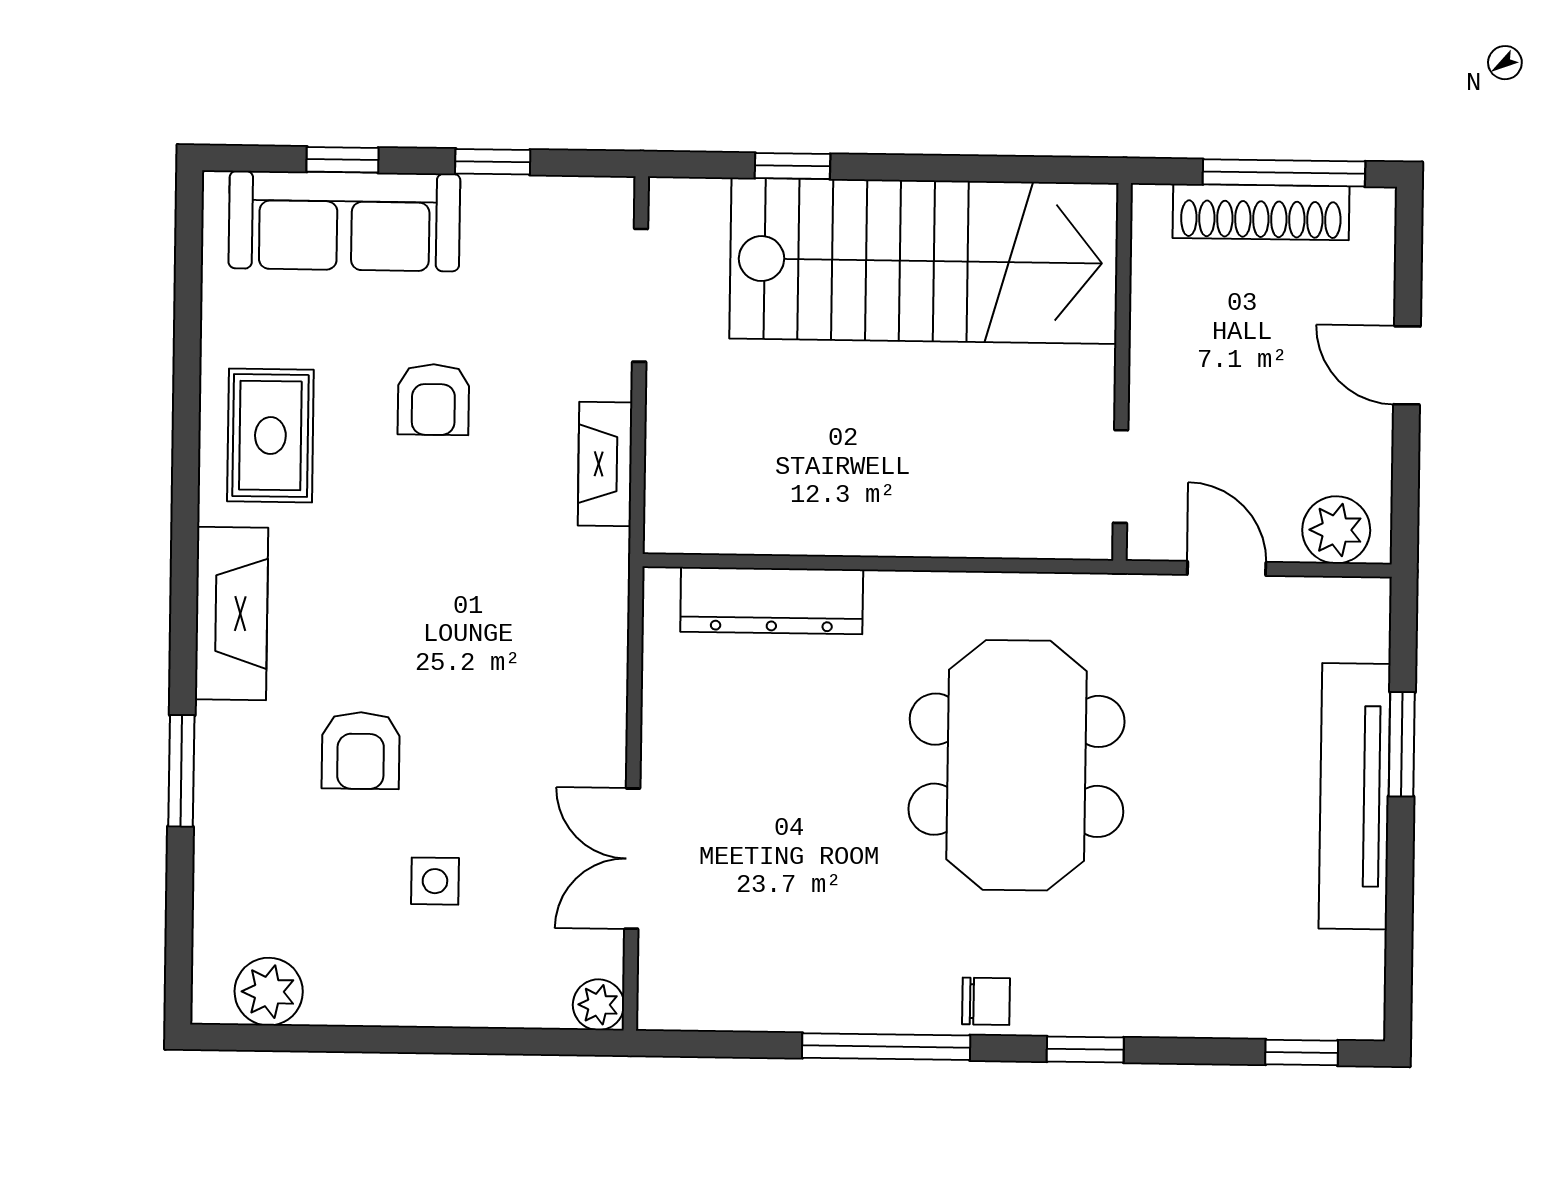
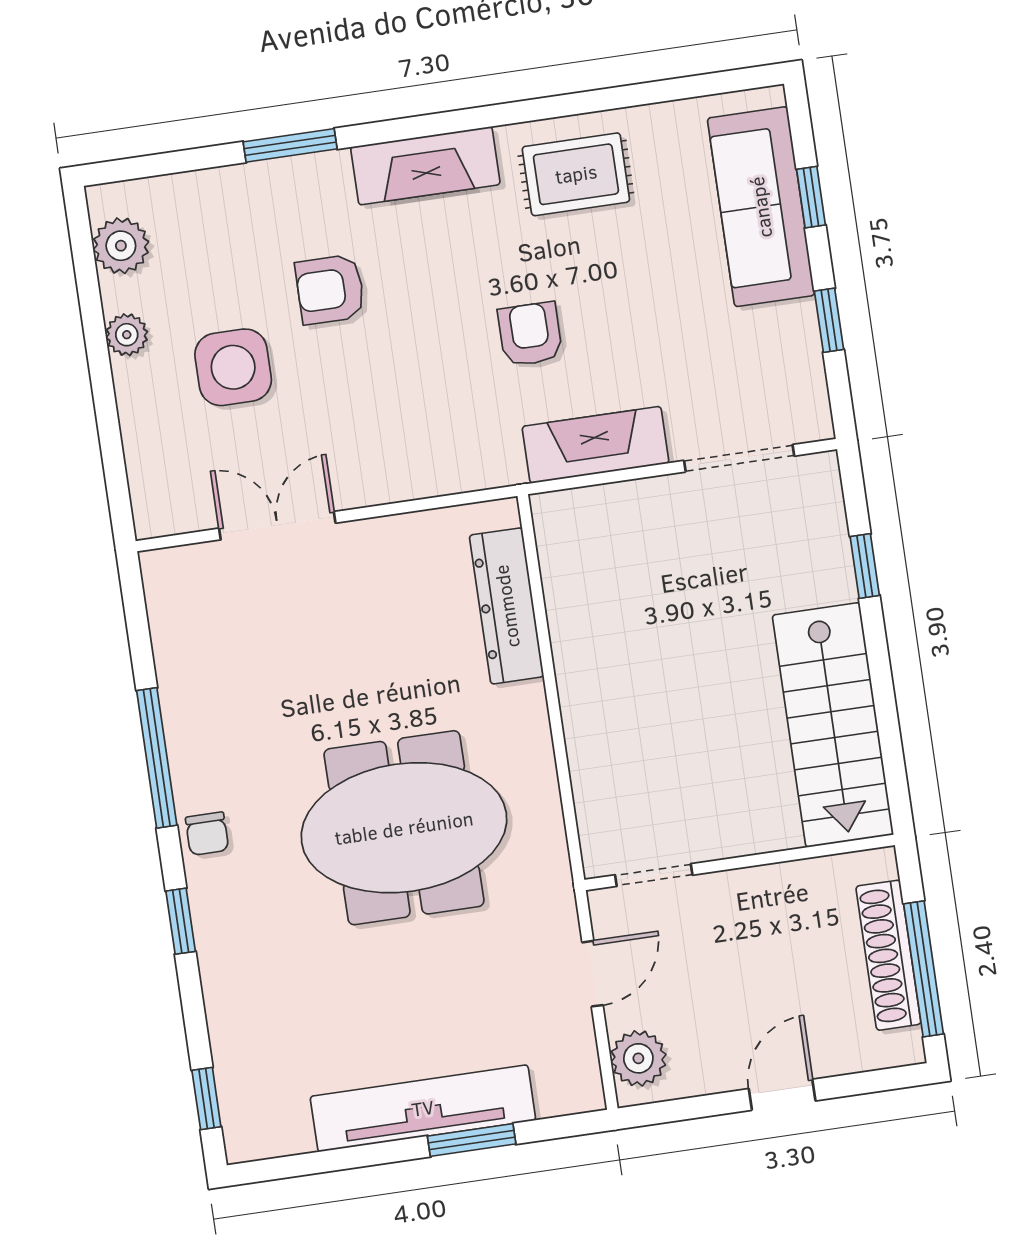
stairs: (924, 261) -> (833, 725), width x0.73, depth x0.66
armchair: (433, 400) -> (530, 334), moved, turned 90
fireplace: (605, 464) -> (595, 445), width x1.37, depth x1.32
side table: (435, 881) -> (233, 367), width x1.87, depth x1.87
plant: (598, 1005) -> (127, 335), moved

